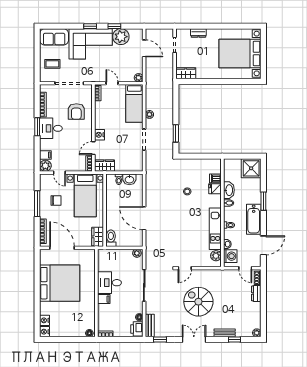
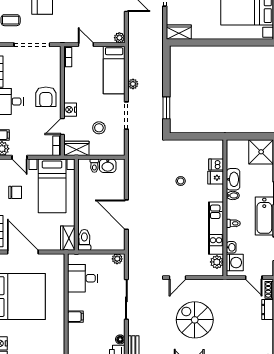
armchair: (76, 111) -> (46, 97), moved
stool: (122, 149) -> (99, 128), added
desk: (109, 283) -> (83, 278), moved

